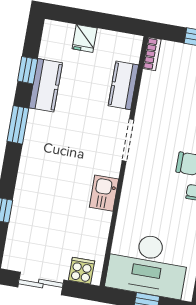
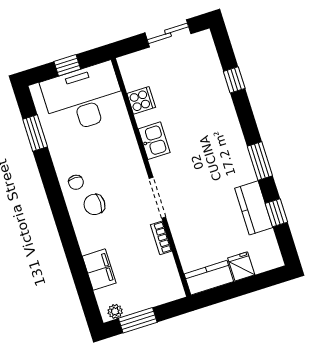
bookcase: (152, 54) -> (161, 238), moved
kitchen counter: (123, 85) -> (209, 278), moved, turned -90
cooker: (82, 271) -> (141, 100), moved, turned -90

